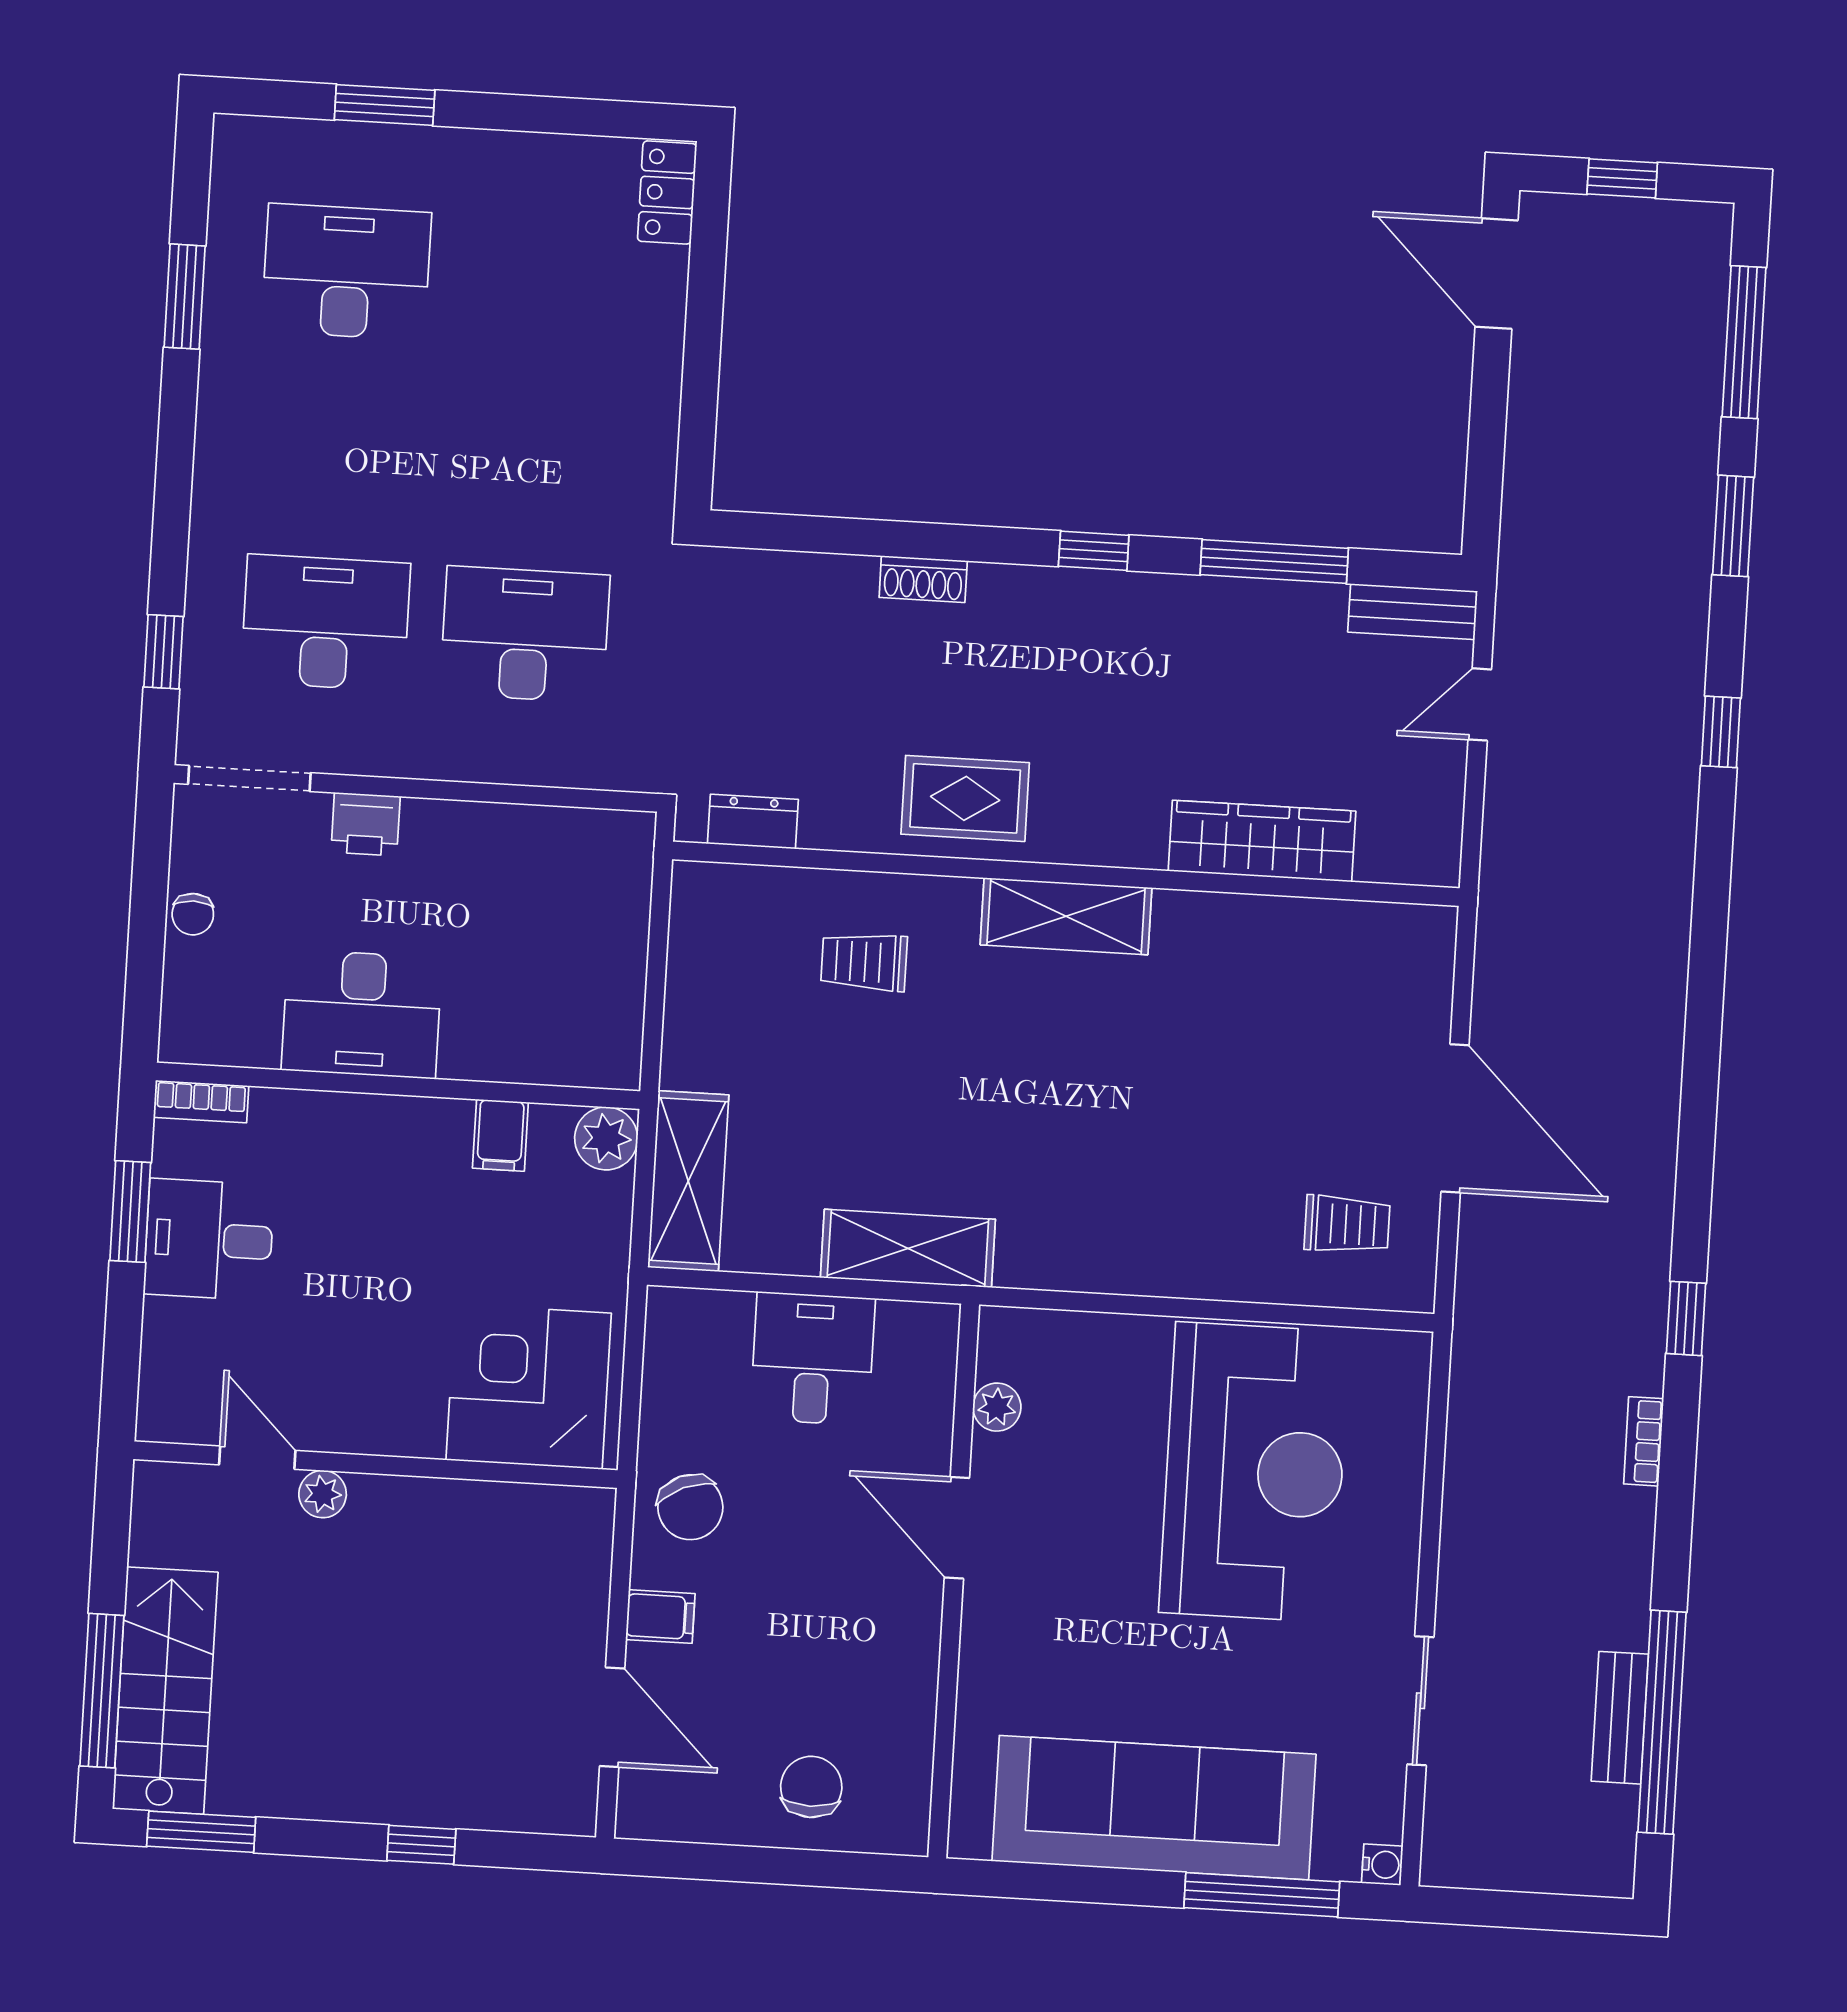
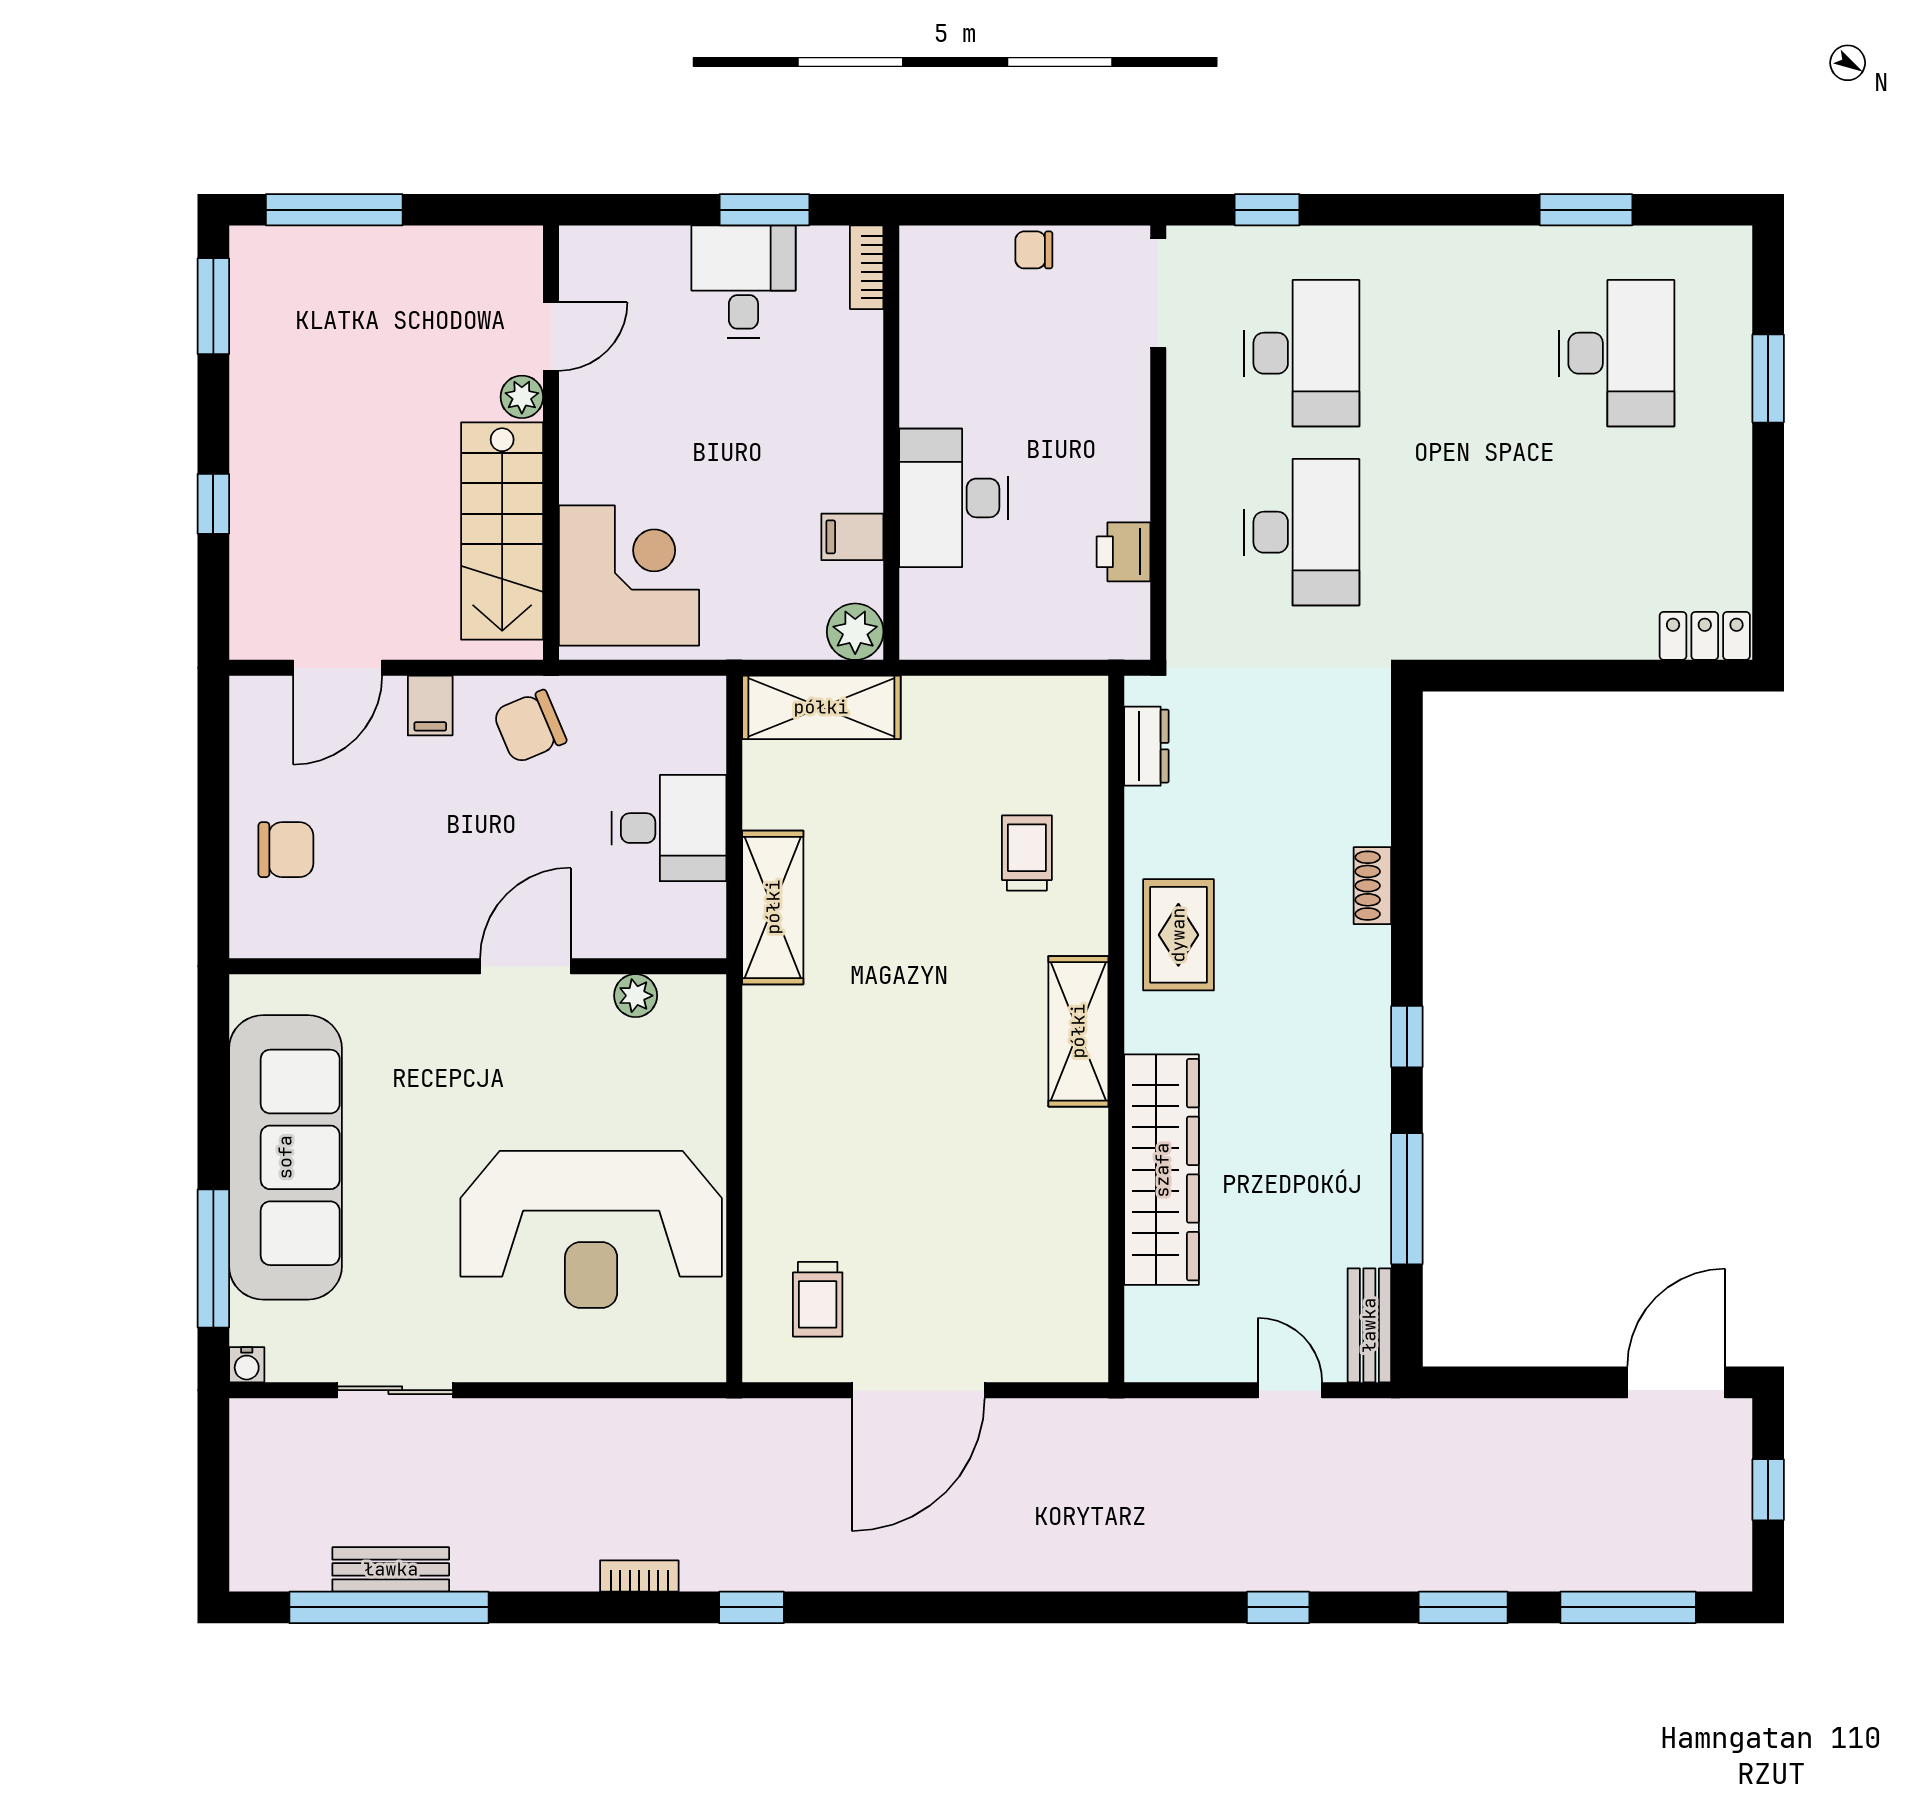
printer: (366, 824) -> (1124, 552), moved
wardrobe: (1262, 841) -> (1162, 1170), width x1.40, depth x1.17
desk: (362, 1014) -> (954, 498), moved
stairs: (165, 1691) -> (502, 531), moved, turned 90

